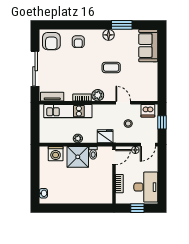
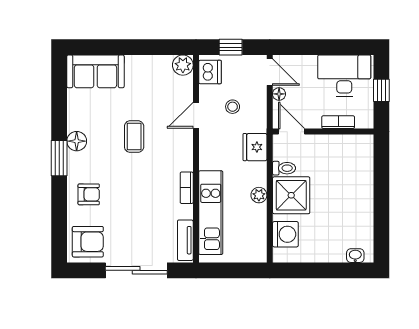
window: (122, 25) -> (59, 158), moved
plant: (98, 95) -> (183, 65), moved

